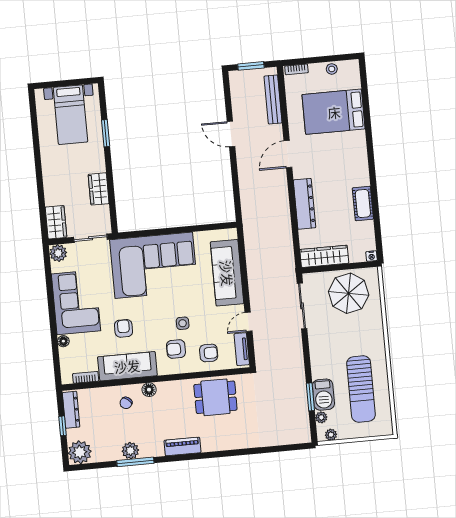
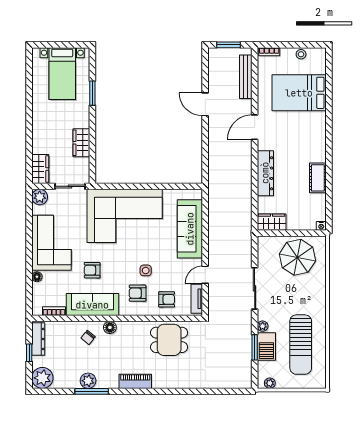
wardrobe: (324, 256) -> (272, 222), width x0.67
sliding door: (302, 306) -> (255, 288), moved
armchair: (124, 328) -> (92, 270), turned -90
plant: (321, 417) -> (263, 326), moved

